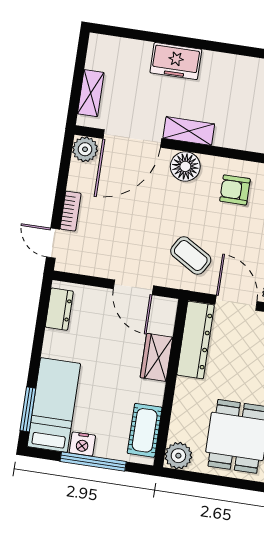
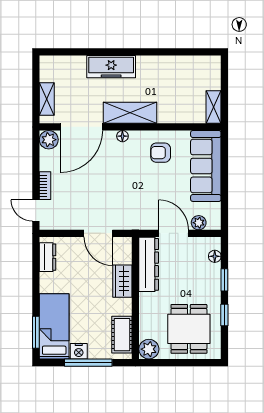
freezer: (176, 61) -> (111, 67), width x1.40
shelving: (189, 131) -> (130, 113), width x1.50, depth x1.33
floor lamp: (185, 166) -> (122, 136), width x0.53, depth x0.53
coffee table: (191, 256) -> (136, 204), removed

